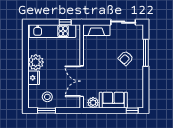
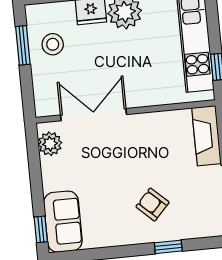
window: (146, 53) -> (168, 247), width x0.46
sofa: (113, 100) -> (63, 222), moved

